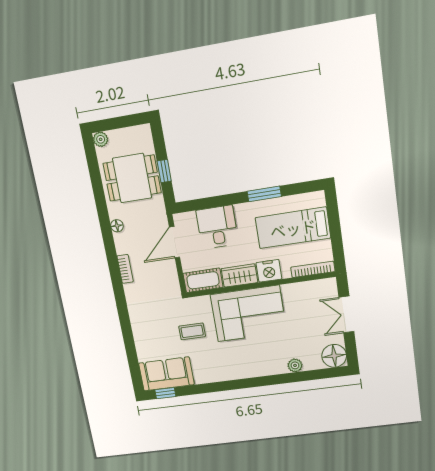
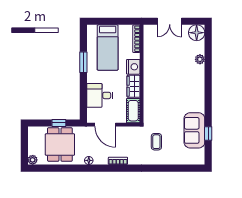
corner sofa: (248, 314) -> (160, 85), removed
coffee table: (192, 331) -> (156, 142), moved
sofa: (166, 374) -> (194, 130), moved
window: (165, 393) -> (208, 134), moved

